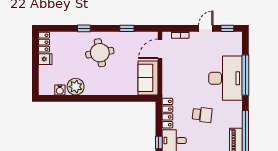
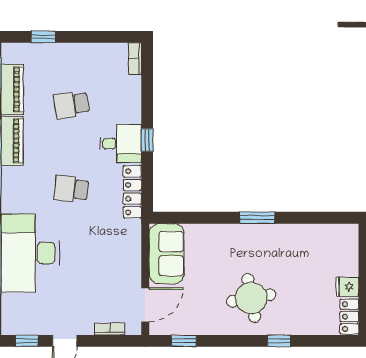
window: (127, 28) -> (184, 341), moved
plant: (76, 87) -> (294, 238), removed
water cooler: (60, 90) -> (322, 232), removed
window: (96, 98) -> (258, 218), added

